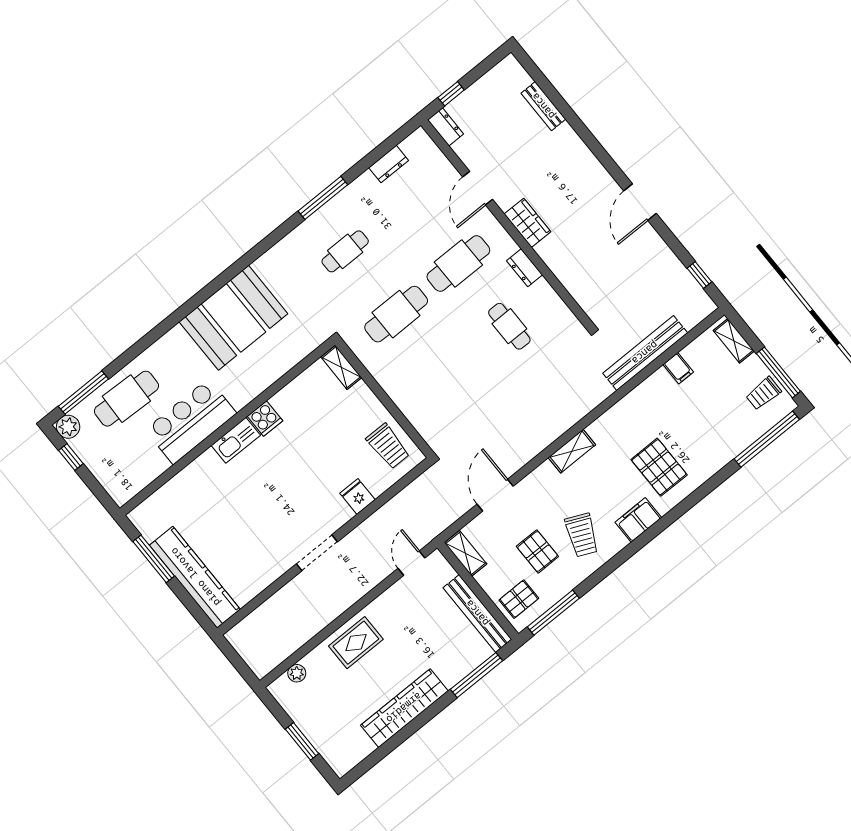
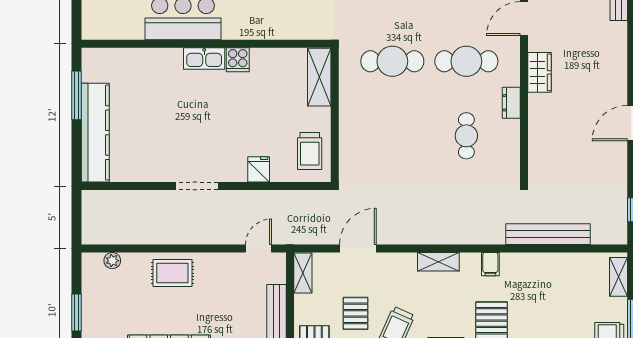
shelving: (341, 367) -> (319, 77), width x1.50, depth x1.33
filing cabinet: (678, 368) -> (490, 264), moved

